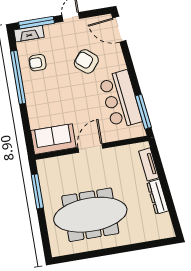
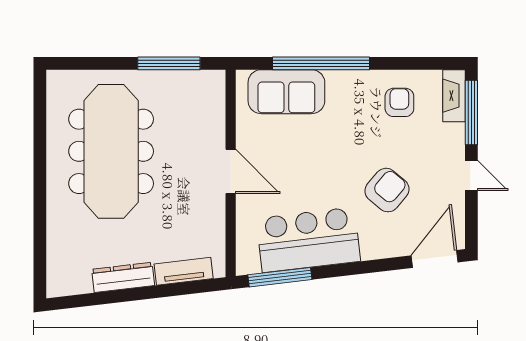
window: (18, 77) -> (321, 63), moved
sofa: (53, 139) -> (286, 92), moved, turned 90

